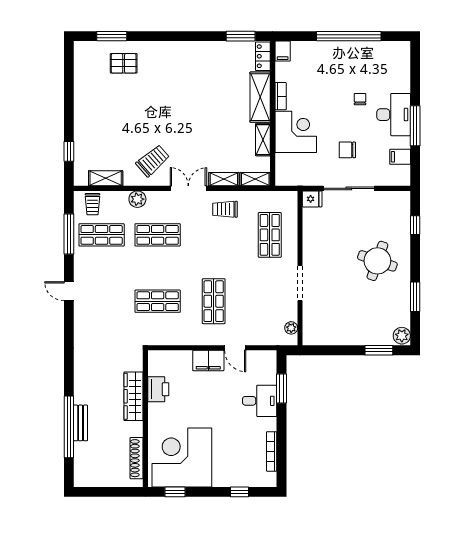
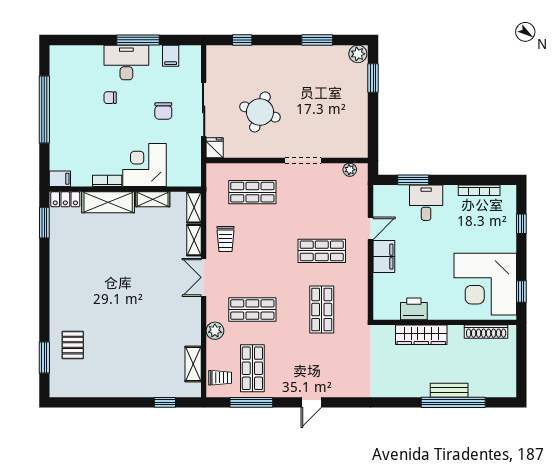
trolley: (153, 161) -> (175, 315), removed
shop shelf: (158, 235) -> (252, 310), turned 90
round table: (377, 261) -> (260, 112), moved

